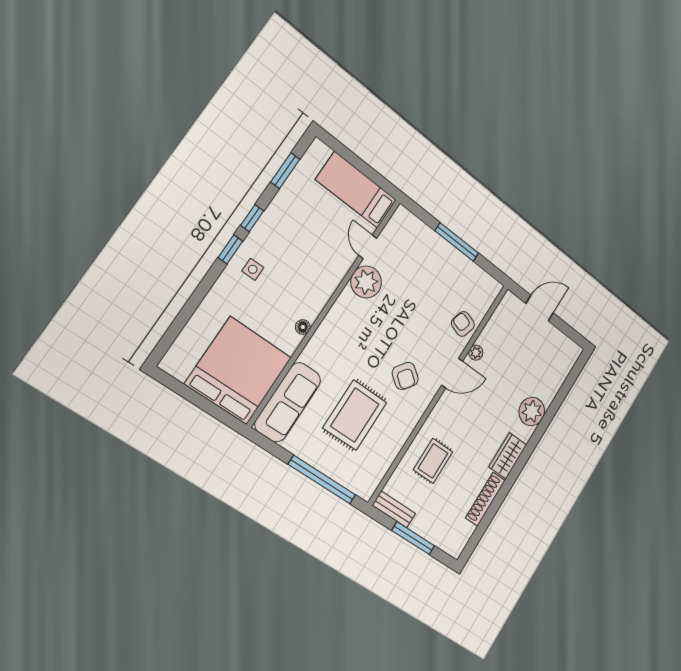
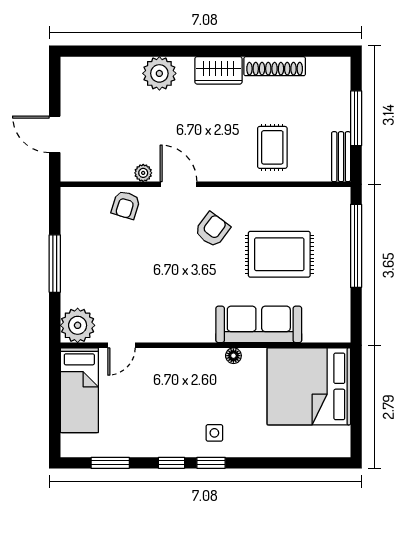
plant: (366, 282) -> (78, 325), moved
sofa: (288, 402) -> (259, 324), moved
rug: (433, 461) -> (272, 147), turned 90

